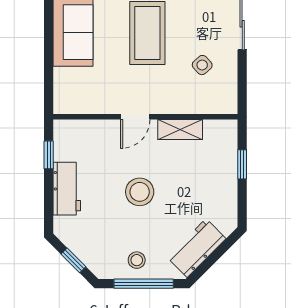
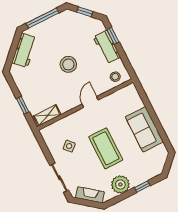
shelving: (180, 130) -> (47, 115), moved
window: (49, 155) -> (113, 36), moved
stool: (137, 260) -> (115, 77), moved

